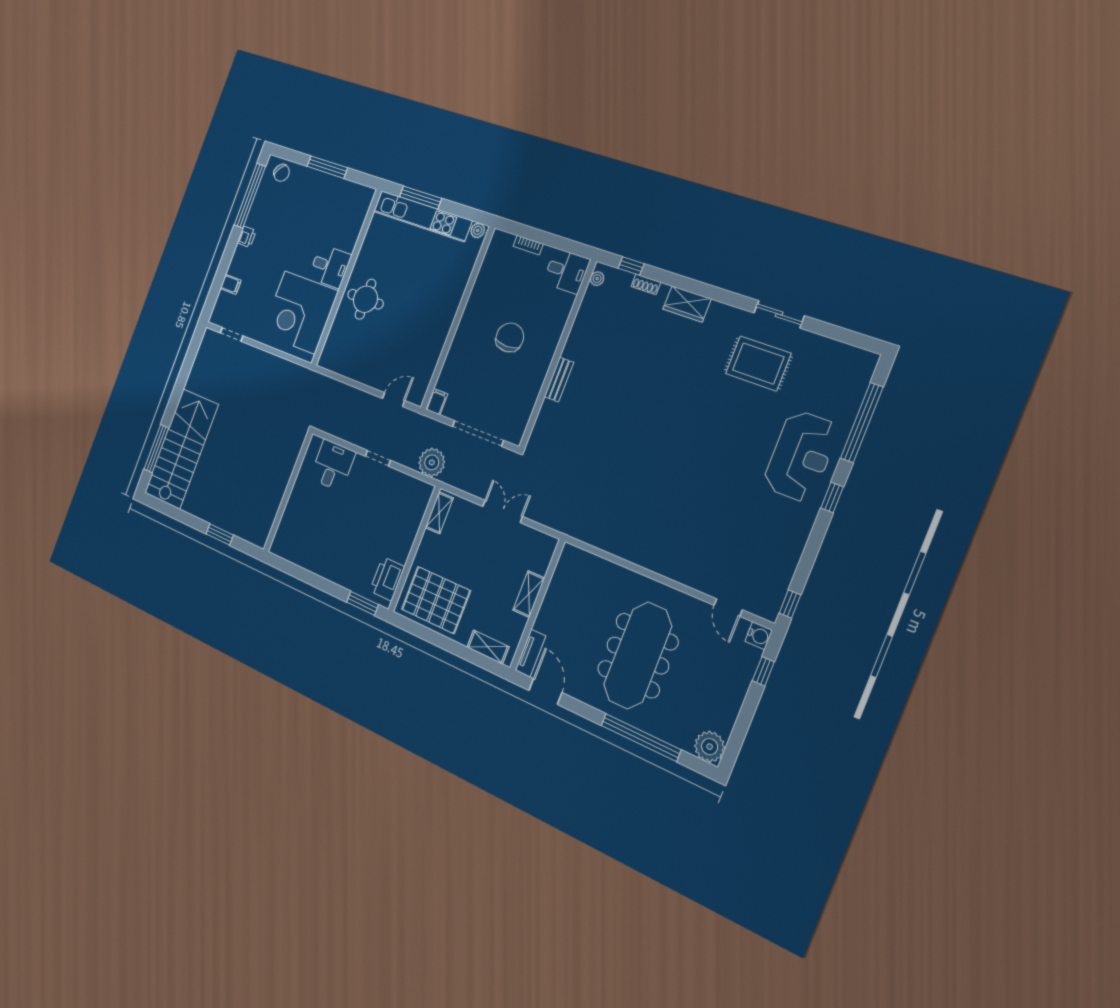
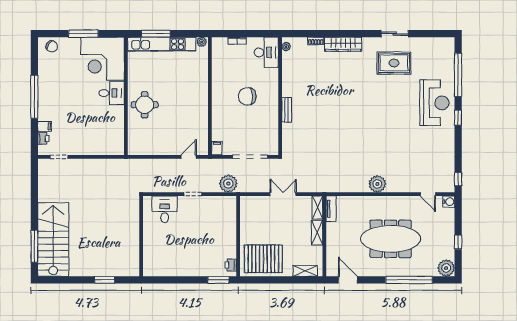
window: (250, 196) -> (34, 97), moved
printer: (247, 237) -> (43, 138), moved
window: (631, 266) -> (303, 34), removed
desk: (566, 271) -> (266, 52), width x1.37
wardrobe: (687, 304) -> (343, 44), width x1.50
corner desk: (300, 312) -> (103, 59), moved
chair: (510, 337) -> (247, 96), turned -90
shelving: (439, 513) -> (317, 208), moved
plant: (652, 556) -> (377, 184), added
printer: (387, 579) -> (231, 265), width x0.53, depth x0.68
tv unit: (530, 653) -> (331, 209), moved
meeting table: (638, 655) -> (391, 239), turned 90
window: (763, 671) -> (458, 242), moved

